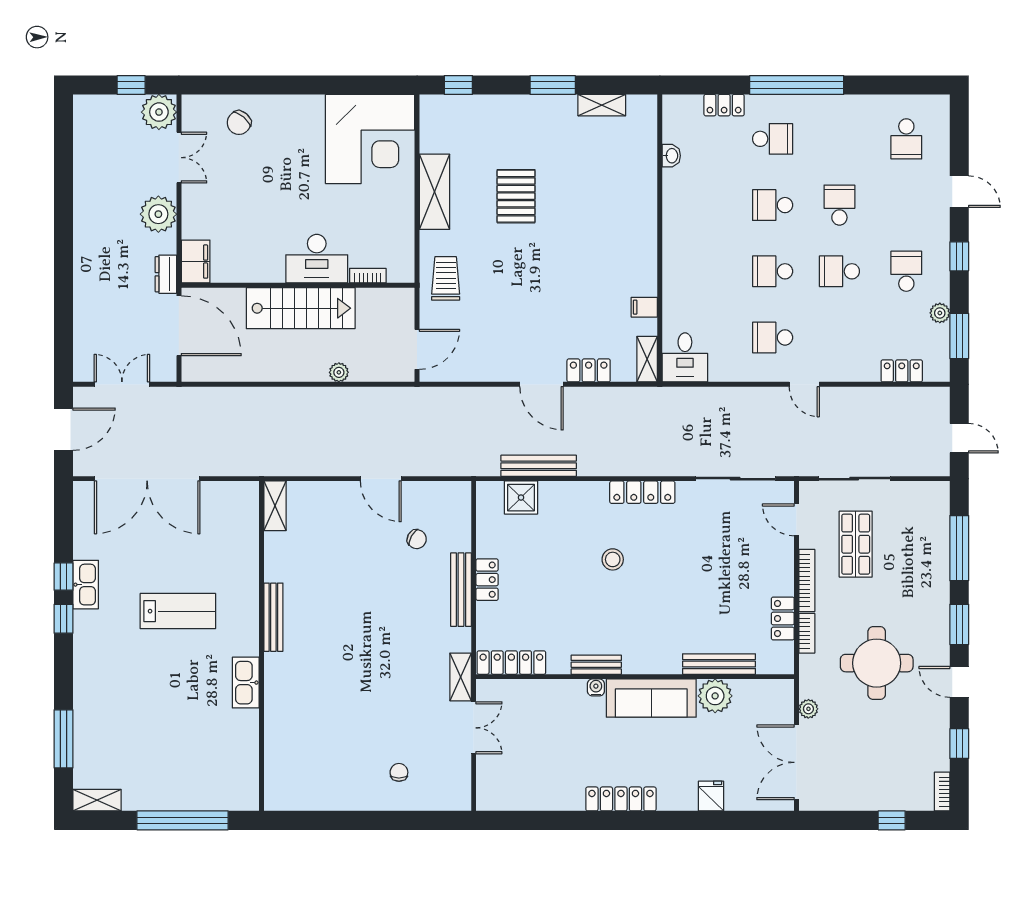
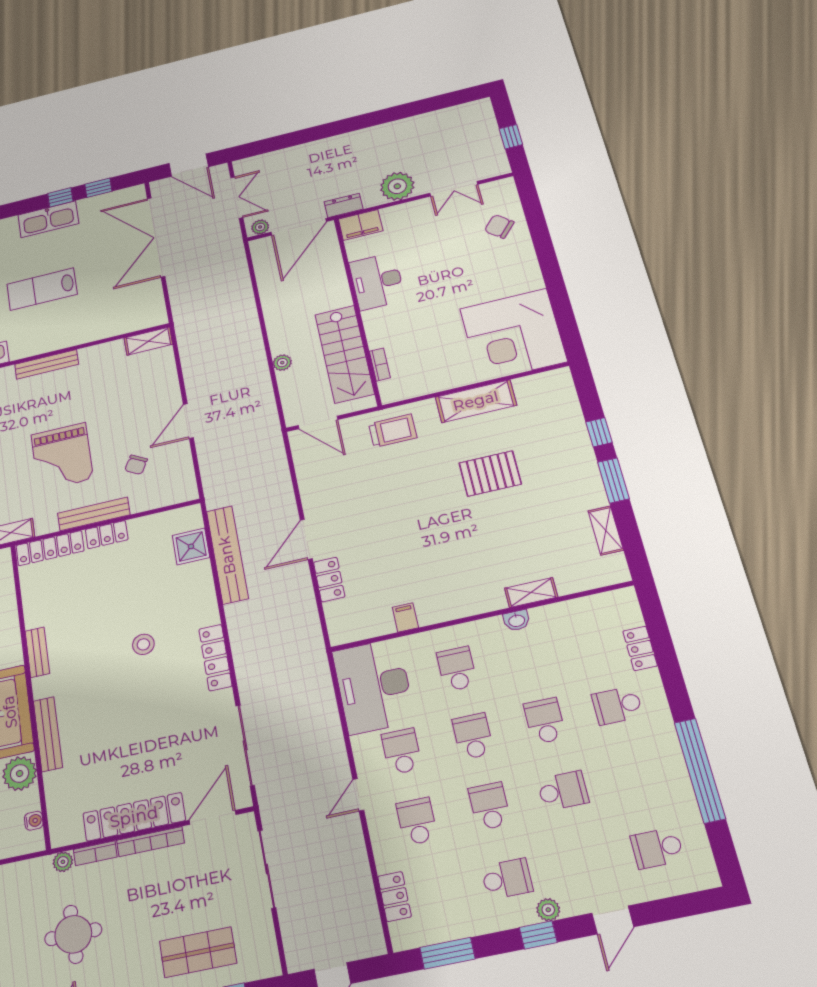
window: (458, 85) -> (599, 432), moved
window: (797, 85) -> (700, 770), moved
plant: (159, 112) -> (260, 227), moved, width x0.53, depth x0.53
school desk: (773, 139) -> (617, 705), turned 90
washbasin: (671, 156) -> (517, 620), moved
desk: (317, 259) -> (377, 281), moved
school desk: (706, 271) -> (457, 669), added
stairs: (301, 308) -> (344, 354), moved
plant: (940, 313) -> (548, 910), moved
school desk: (839, 337) -> (417, 821), added
desk: (685, 357) -> (374, 686), width x1.87, depth x1.30
shelving: (647, 359) -> (531, 593), moved
bench: (539, 466) -> (227, 555), width x1.37, depth x1.21
door: (797, 520) -> (213, 817), width x1.38
shop shelf: (856, 544) -> (198, 952), moved
kitchen sink: (86, 585) -> (48, 219), width x1.36, depth x1.24
lab bench: (178, 611) -> (42, 289), turned 90
grand piano: (388, 614) -> (62, 457), added
locker: (783, 618) -> (134, 817), width x2.16, depth x1.21
window: (63, 619) -> (98, 188), moved
locker: (511, 663) -> (50, 548), moved, turned 90
round table: (877, 663) -> (73, 934), width x0.73, depth x0.73
bench: (719, 664) -> (48, 734), moved
water cooler: (596, 687) -> (34, 821), moved
plant: (808, 709) -> (63, 862), moved

